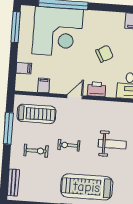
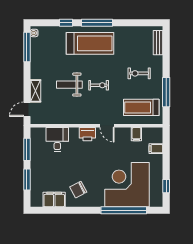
window: (16, 27) -> (166, 186), width x0.46
chair: (105, 54) -> (78, 190), moved
door: (75, 97) -> (107, 126), hinge flipped
exercise bike: (69, 145) -> (99, 85), moved

